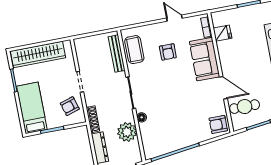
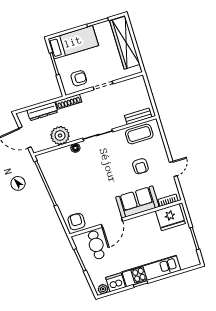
fridge: (222, 33) -> (170, 217), width x1.88, depth x1.34
armchair: (168, 52) -> (140, 166), turned -90
bench: (117, 54) -> (138, 116), width x0.73
armchair: (70, 106) -> (79, 78), turned 107

